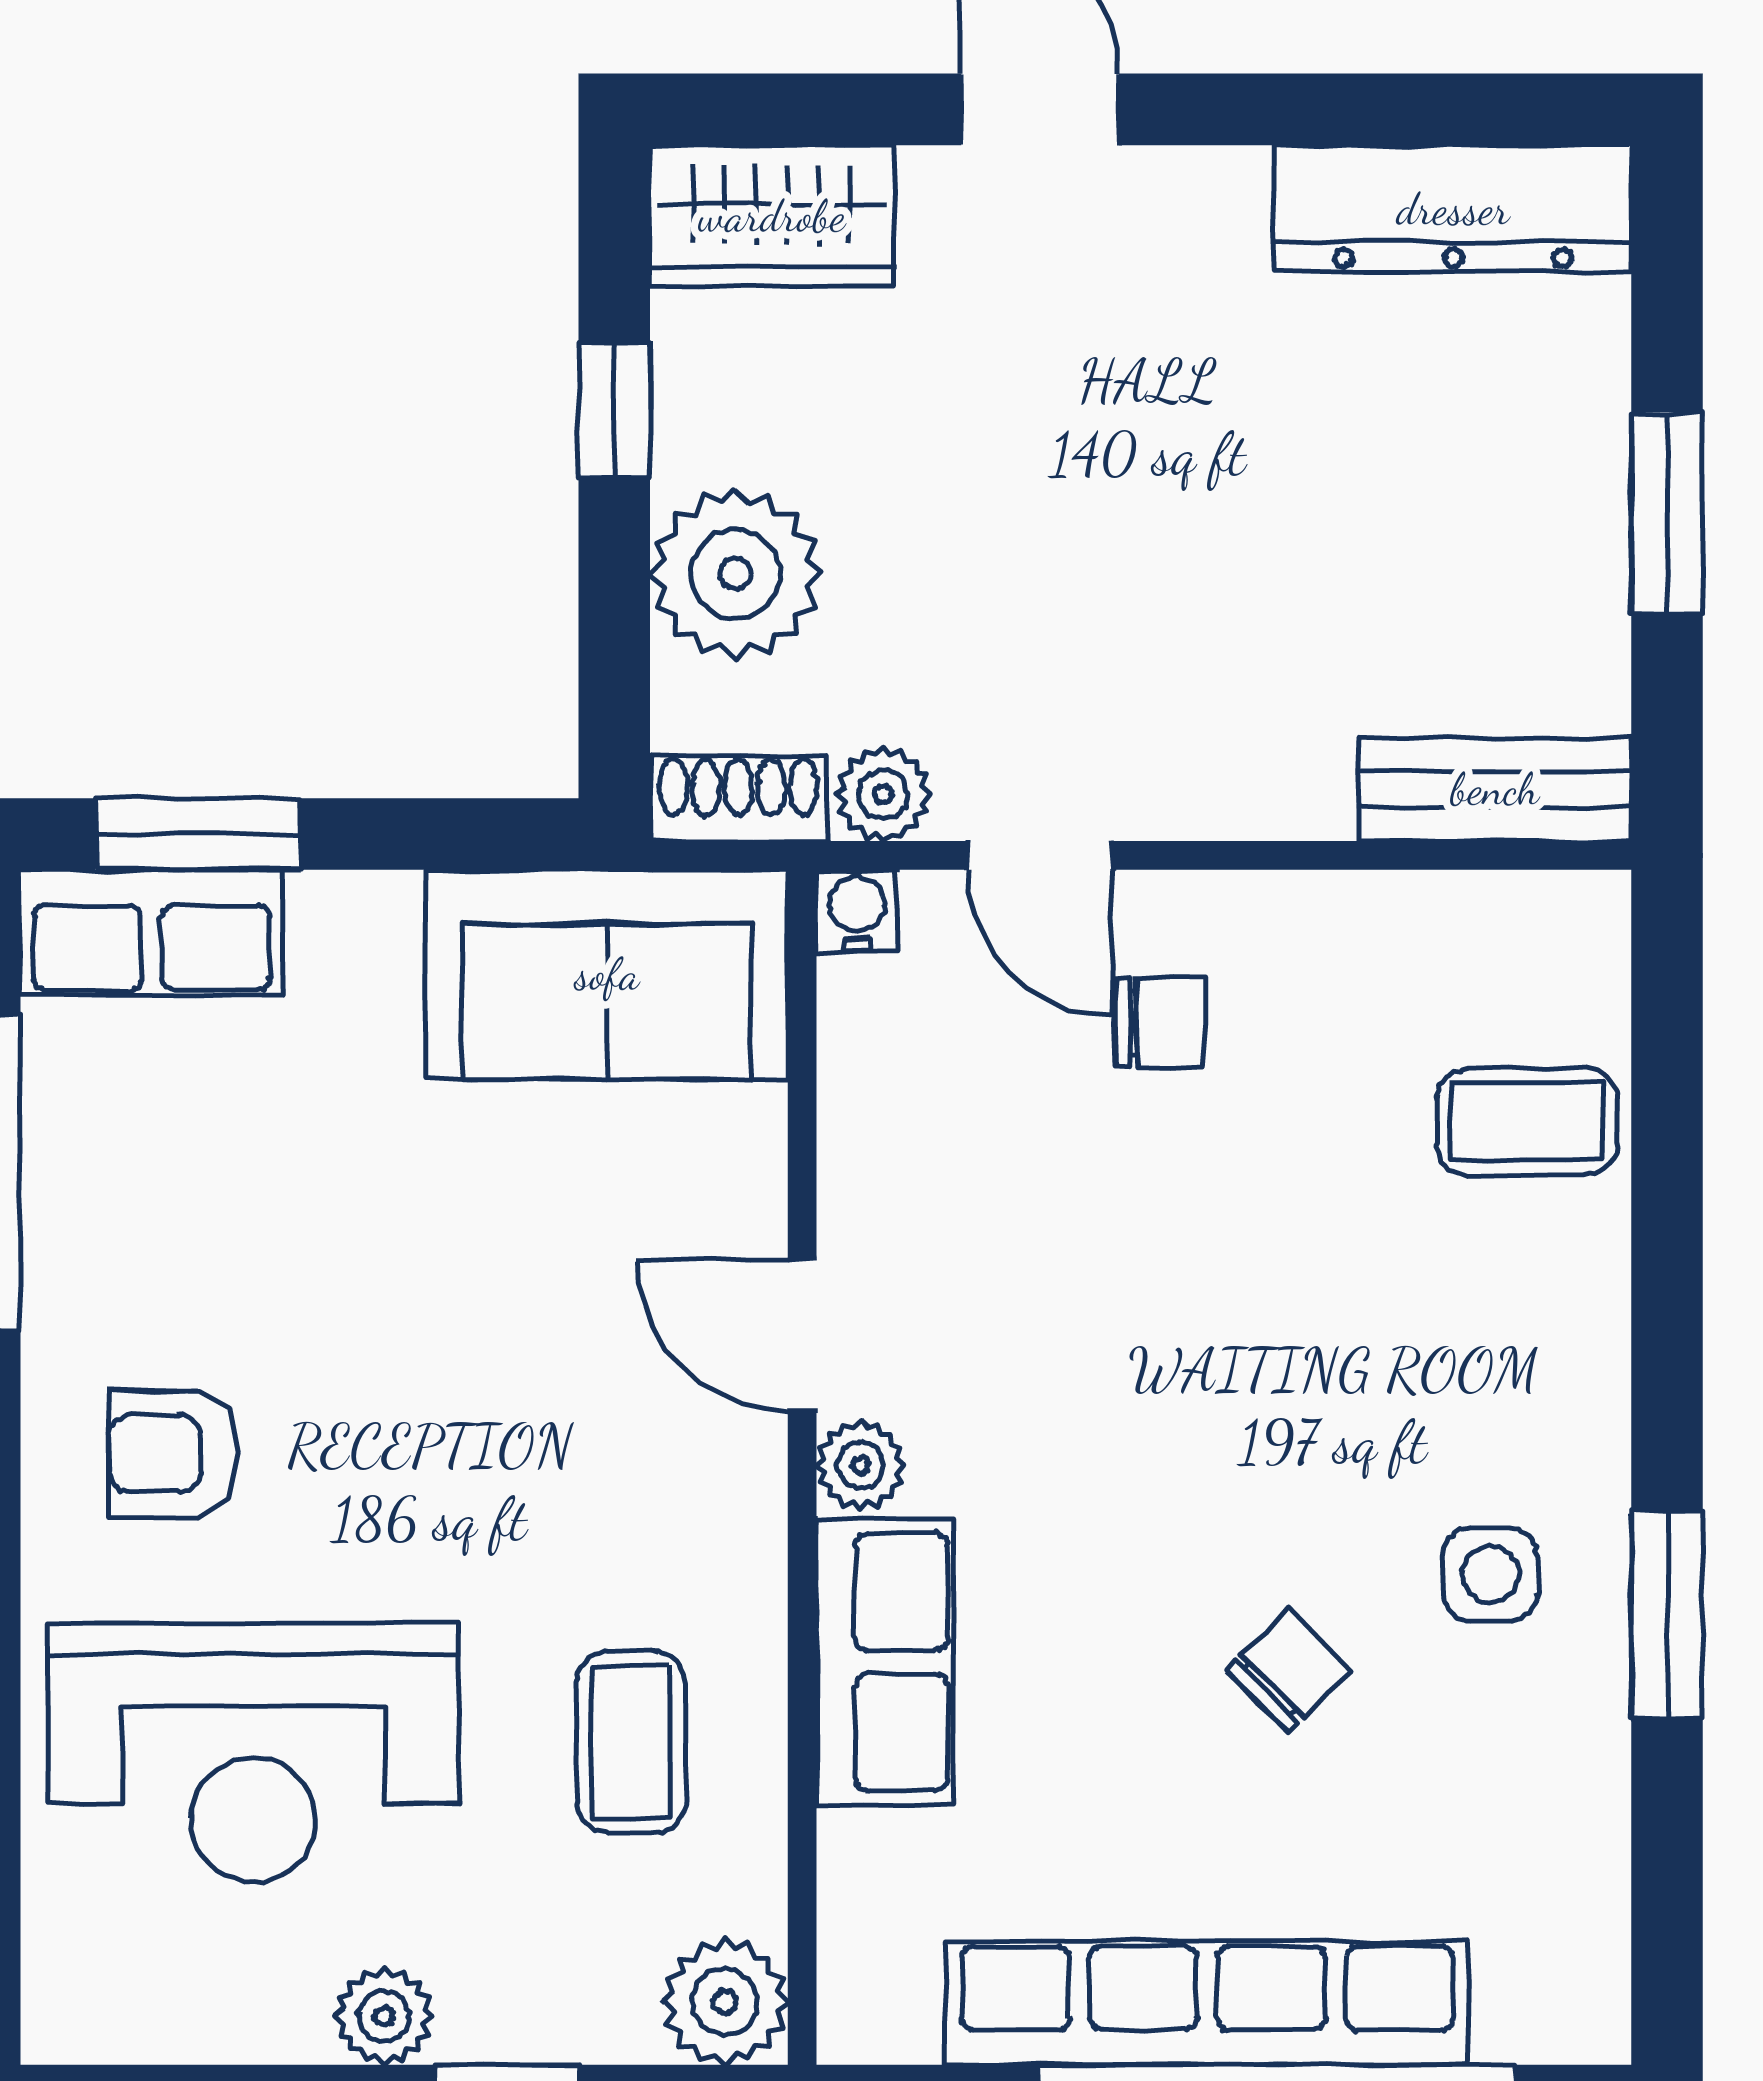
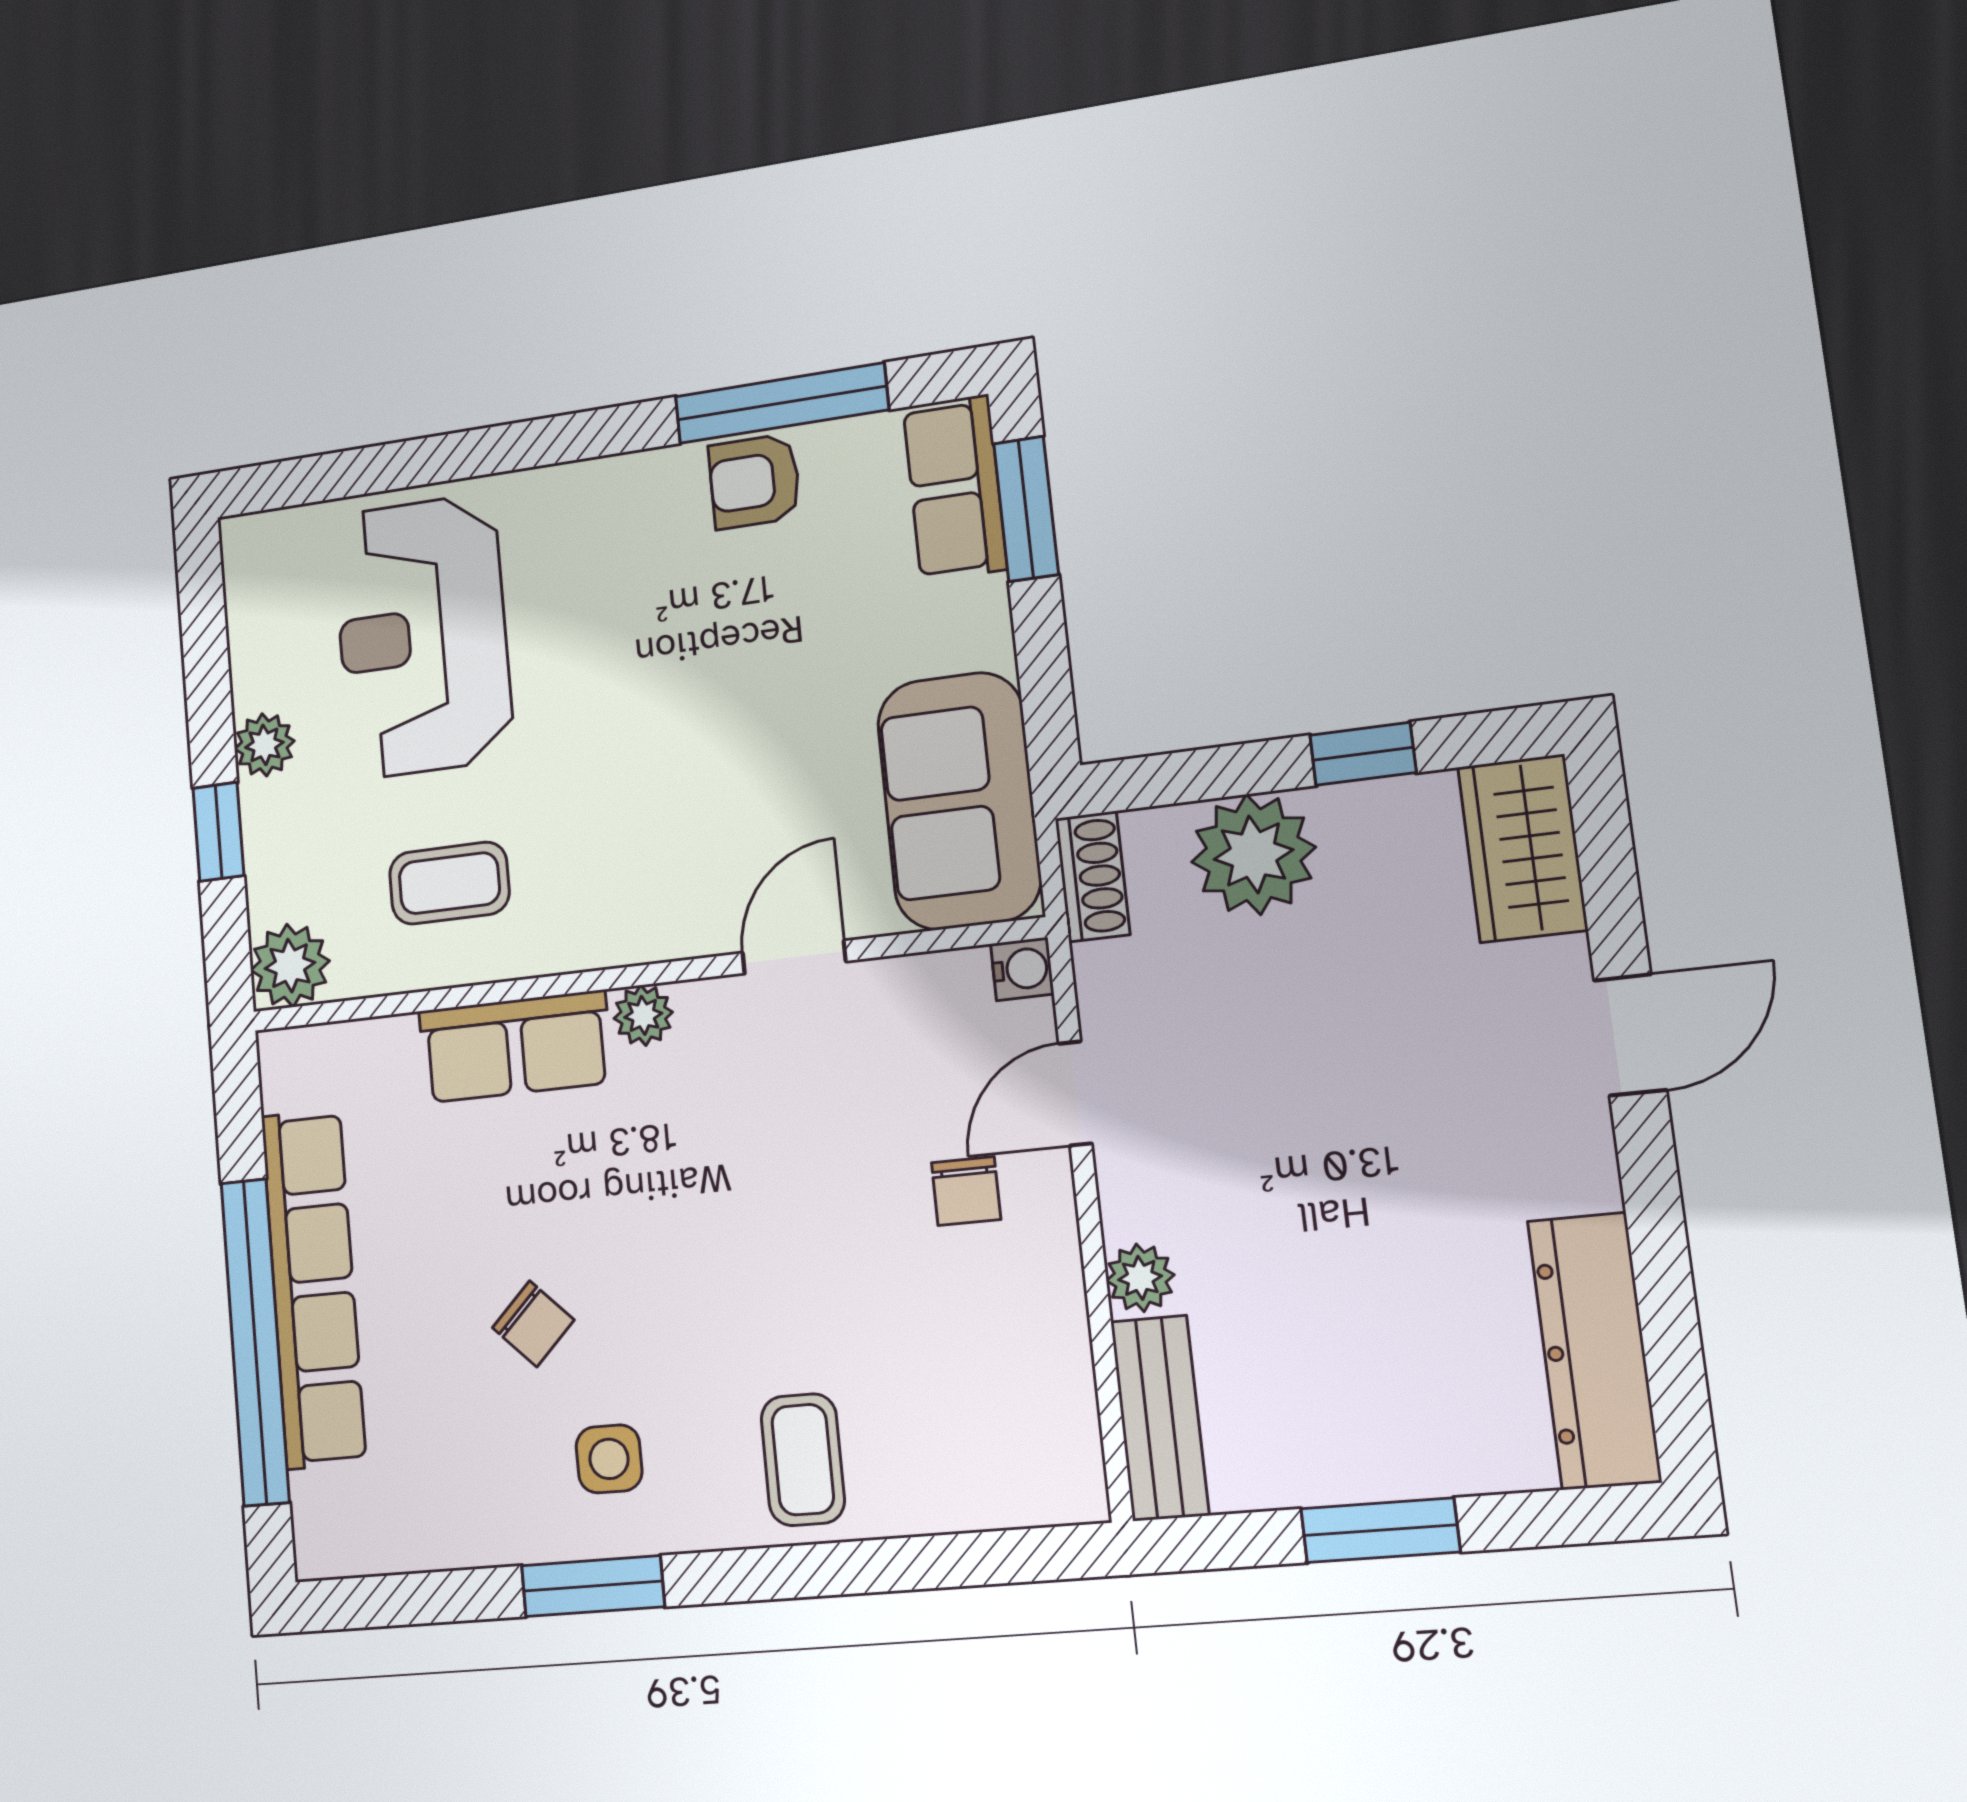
plant: (883, 794) -> (1140, 1278), moved
coffee table: (1527, 1121) -> (803, 1460), moved
door: (802, 1335) -> (794, 957), moved
armchair: (173, 1454) -> (754, 481), moved, turned -90

